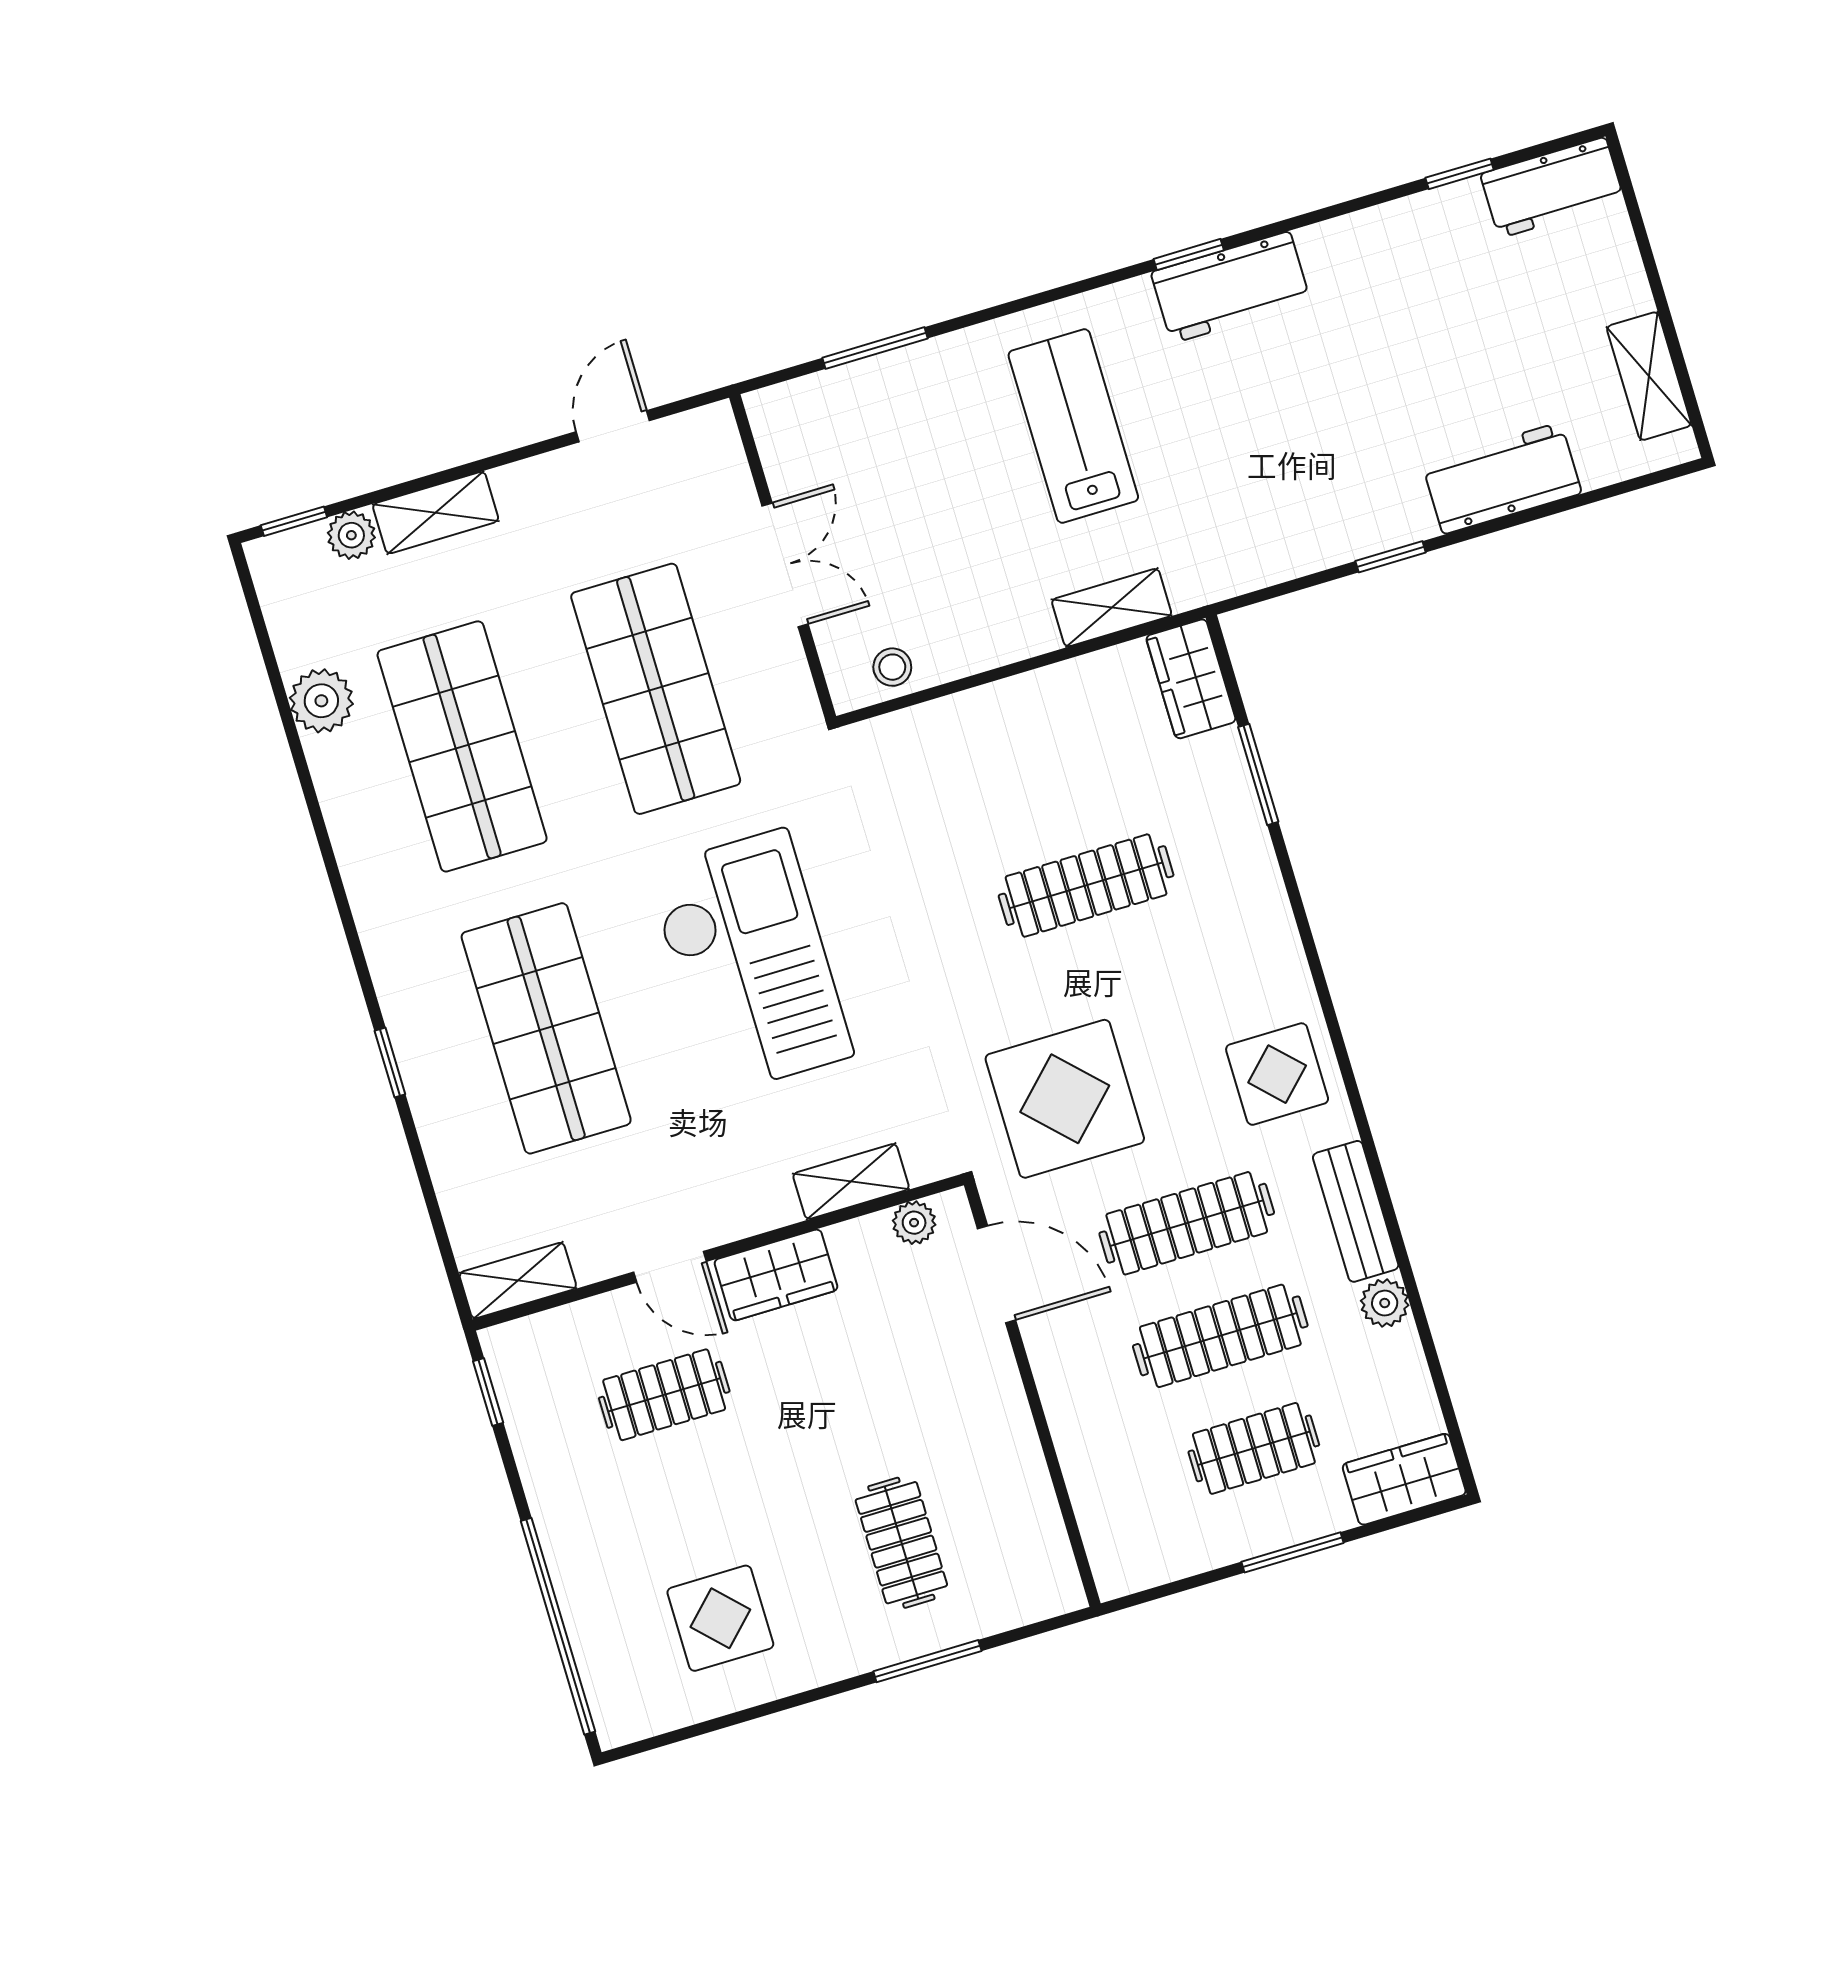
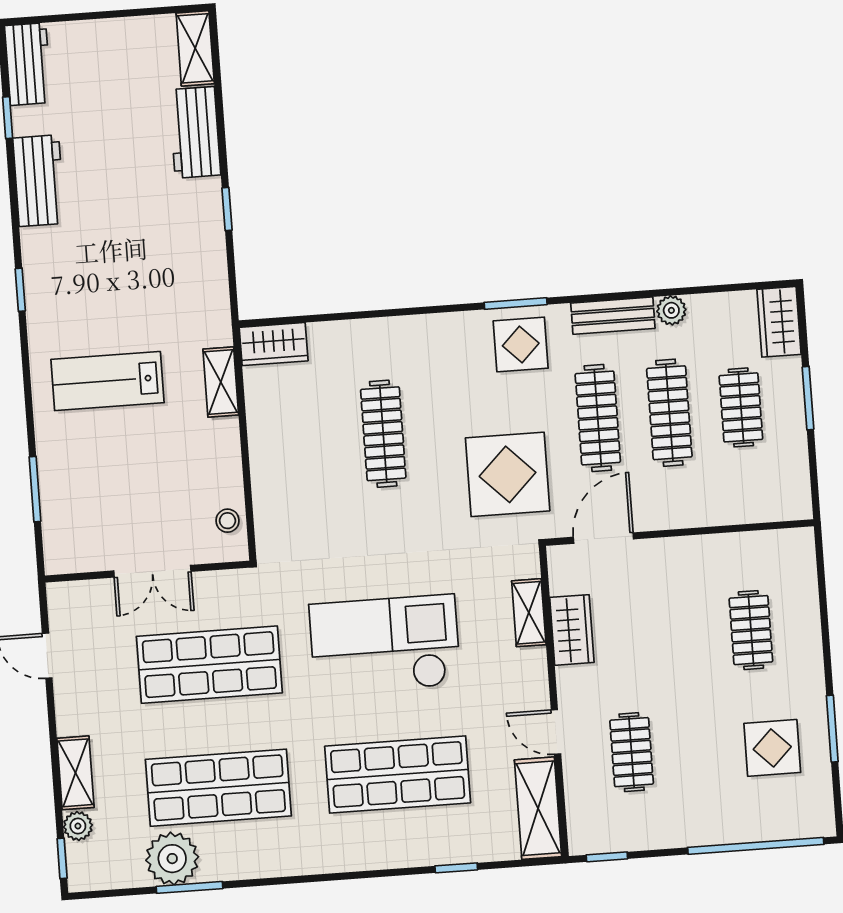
workbench: (1231, 287) -> (39, 181), moved
shelving: (1649, 376) -> (195, 48), moved, turned 90
double door: (785, 565) -> (152, 571), swing flipped
plant: (321, 701) -> (172, 859), width x1.36, depth x1.36
window: (292, 735) -> (190, 887), added
window: (1258, 774) -> (516, 304), moved
window: (390, 1063) -> (456, 868), moved
plant: (914, 1223) -> (562, 581), removed
door: (670, 1267) -> (556, 732), swing flipped
wardrobe: (776, 1275) -> (572, 630), moved
shelving: (518, 1281) -> (538, 808), width x1.50, depth x1.33
clothes rail: (901, 1543) -> (751, 630), turned 90
window: (927, 1661) -> (832, 729), moved

